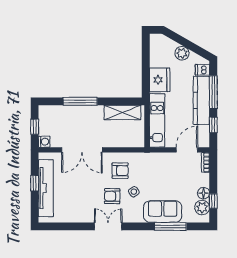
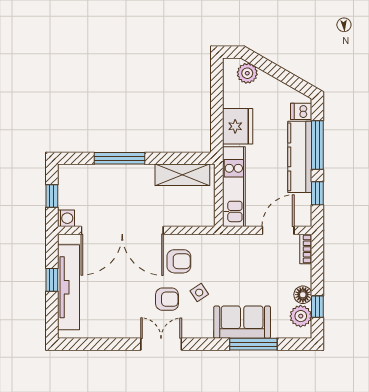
plant: (182, 53) -> (247, 73), moved
double door: (82, 150) -> (122, 230), width x1.36
armchair: (112, 196) -> (167, 299), turned 180

